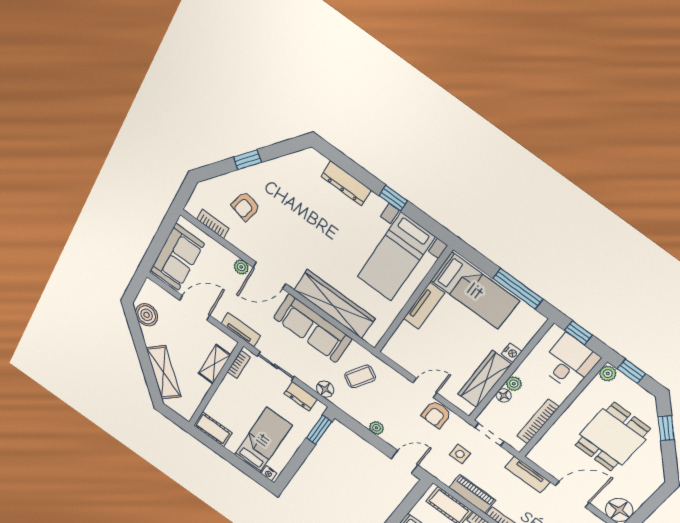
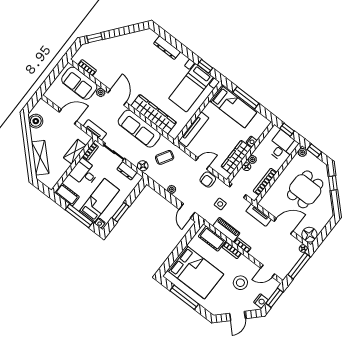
window: (247, 160) -> (95, 38), moved
window: (393, 198) -> (205, 66), moved
armchair: (245, 206) -> (108, 58), removed
sofa: (177, 257) -> (79, 83), moved, turned 90
door: (269, 275) -> (117, 98), swing flipped
window: (518, 289) -> (246, 98), moved
tv unit: (424, 306) -> (194, 129), moved, width x1.41
desk: (234, 397) -> (84, 173), added
window: (319, 430) -> (121, 212), moved
window: (236, 461) -> (79, 216), added
door: (405, 462) -> (187, 211), swing flipped

